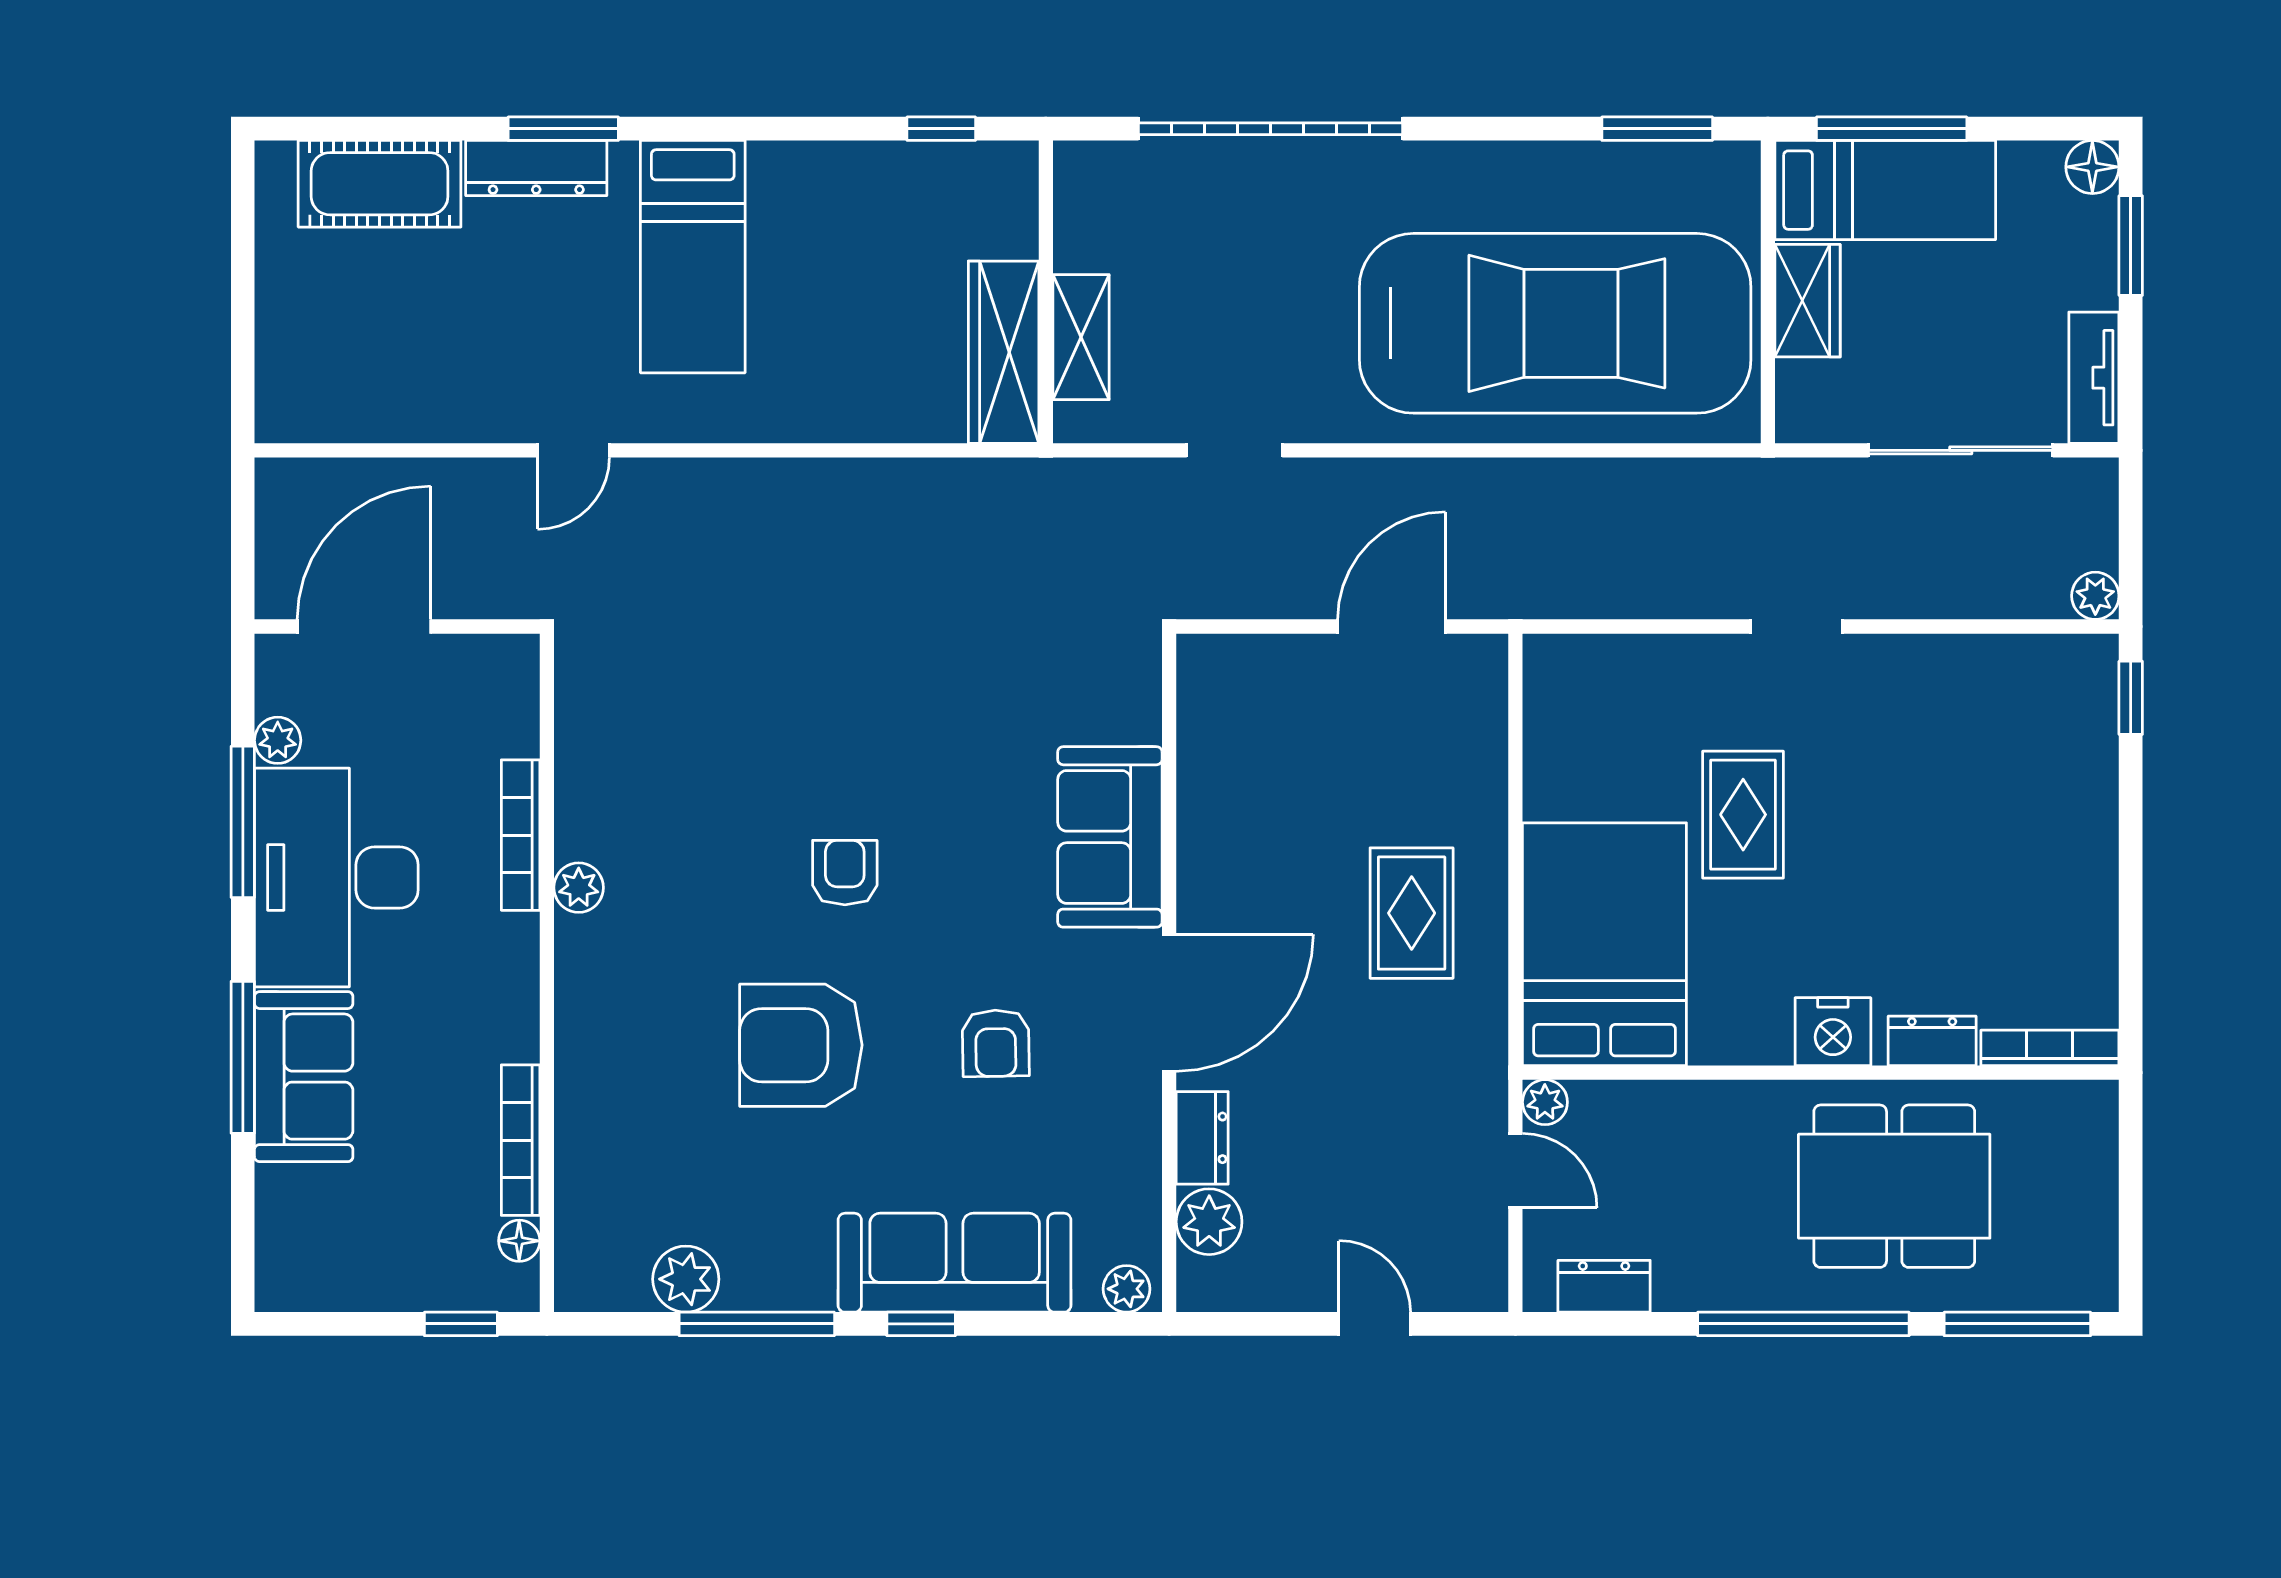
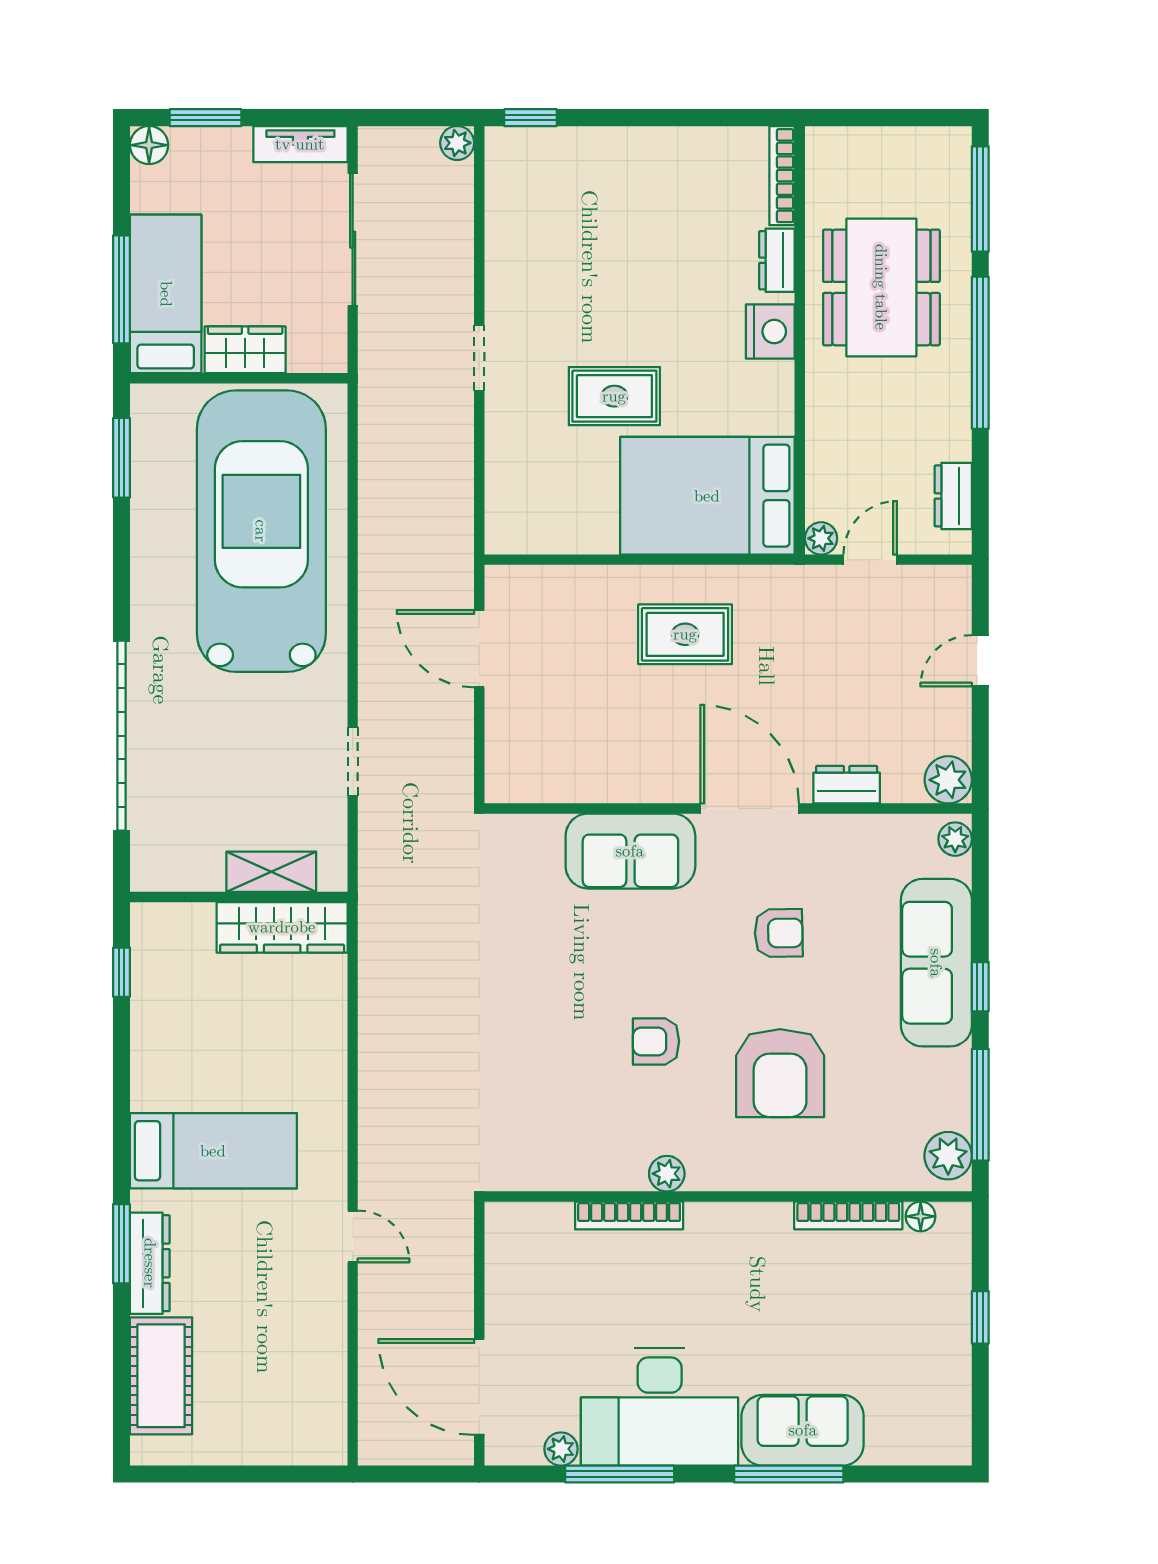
bookcase: (521, 835) -> (629, 1215), moved
plant: (579, 888) -> (667, 1174), moved
wall: (547, 973) -> (728, 1197), moved
bookcase: (521, 1140) -> (848, 1215), moved
plant: (1209, 1222) -> (948, 780), moved
floor lamp: (519, 1241) -> (921, 1216), moved

